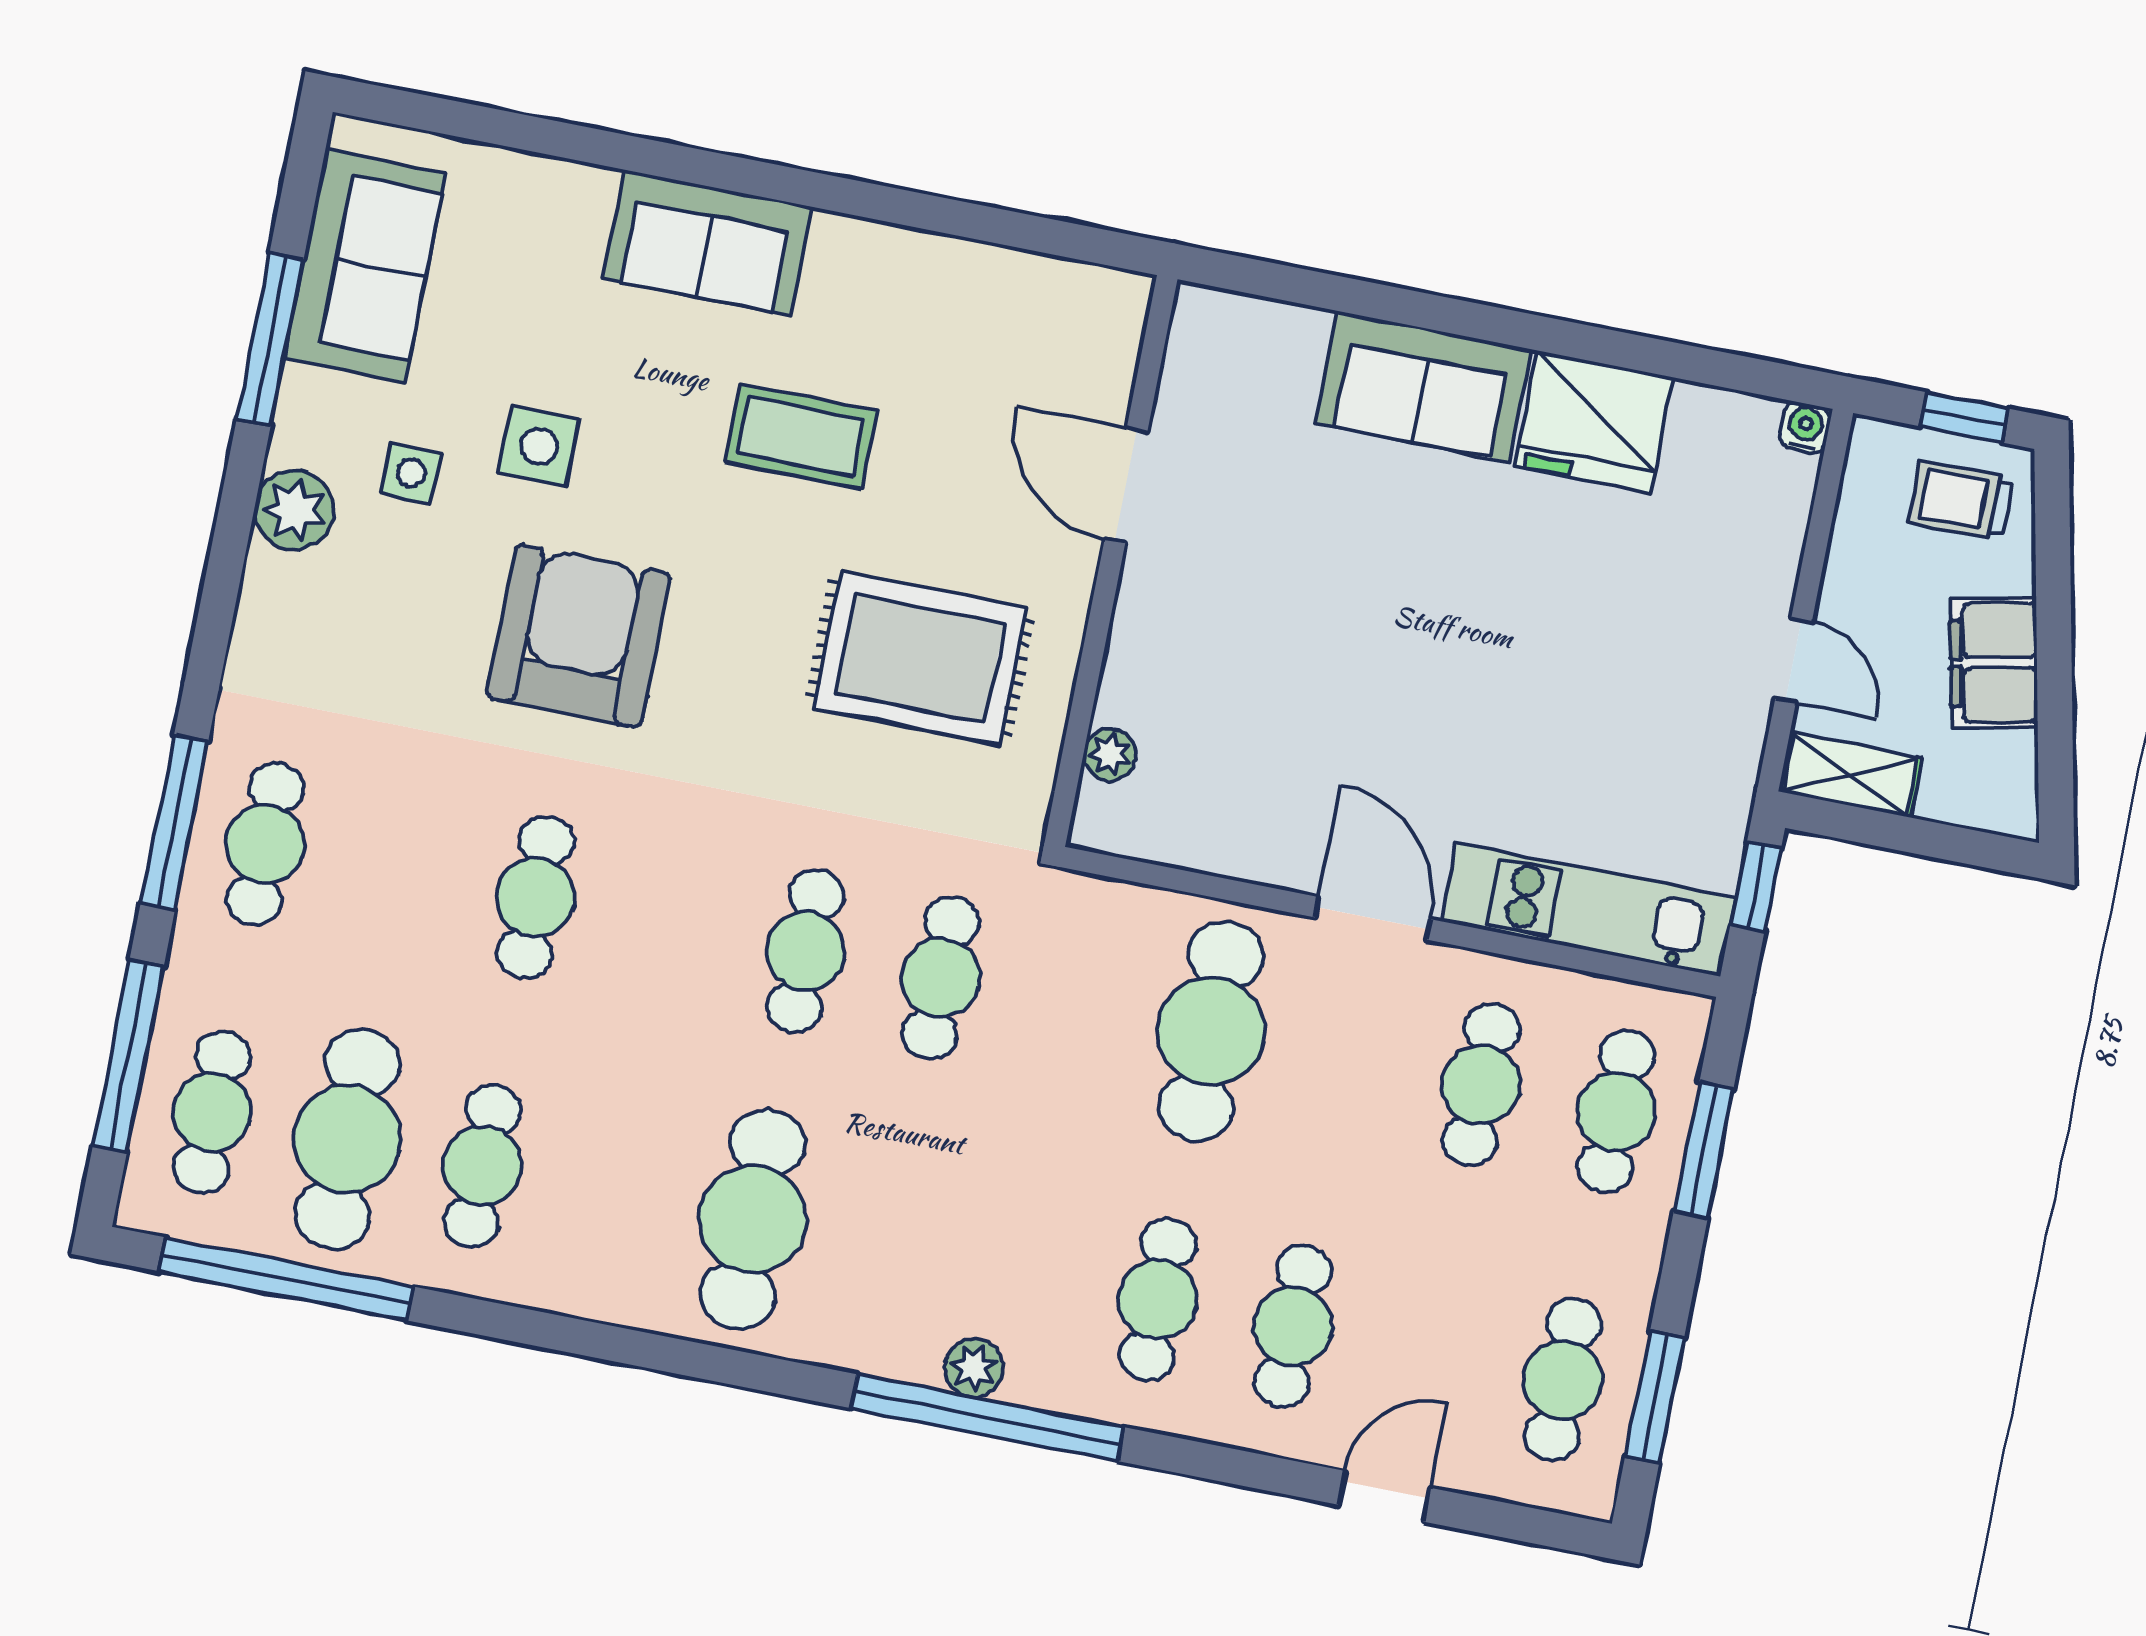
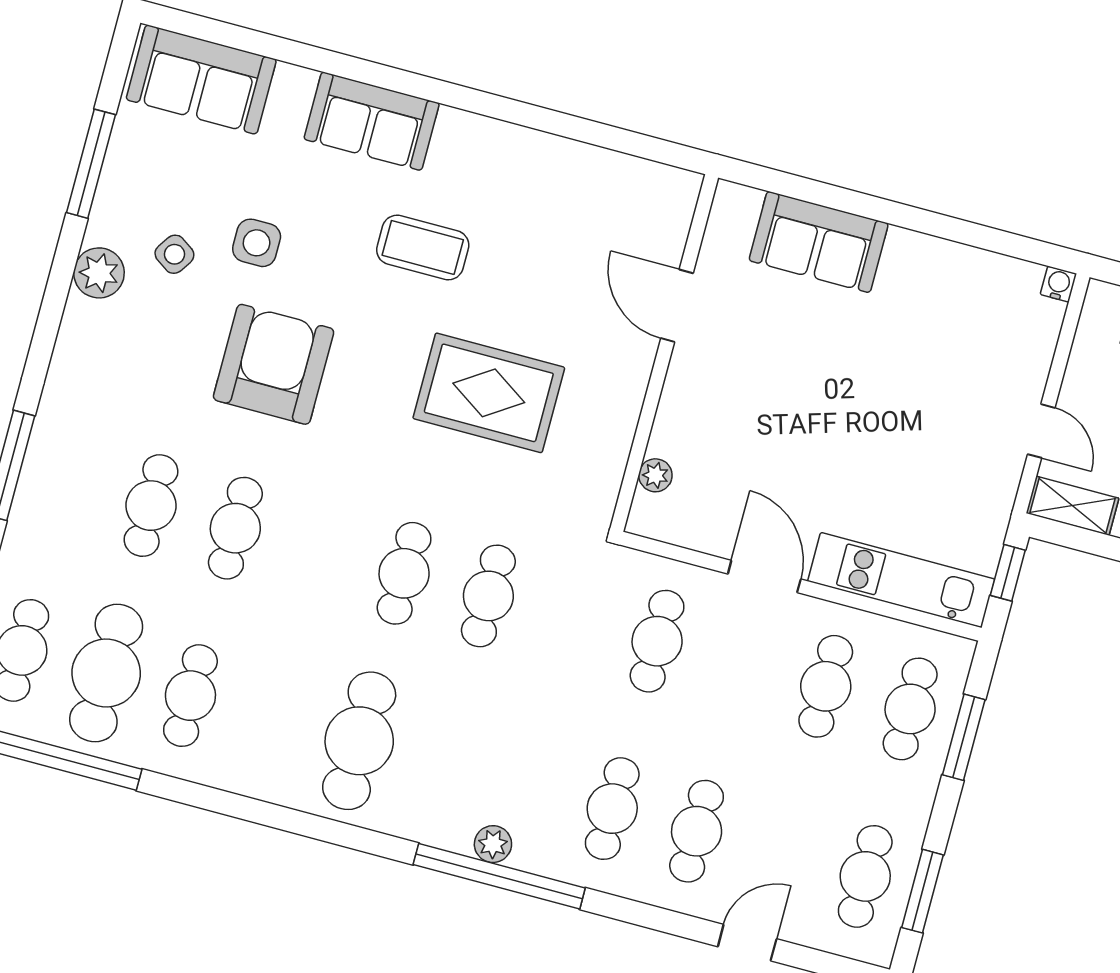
sofa: (365, 265) -> (201, 80), moved, turned 90
fridge: (1594, 422) -> (925, 272), removed
side table: (411, 473) -> (174, 254), turned 33
door: (1126, 485) -> (677, 306), moved
wall: (1111, 561) -> (664, 353), moved
plant: (1110, 754) -> (655, 475), moved
cafe table: (265, 844) -> (151, 506), moved
cafe table: (1211, 1031) -> (657, 641), width x0.73, depth x0.74

